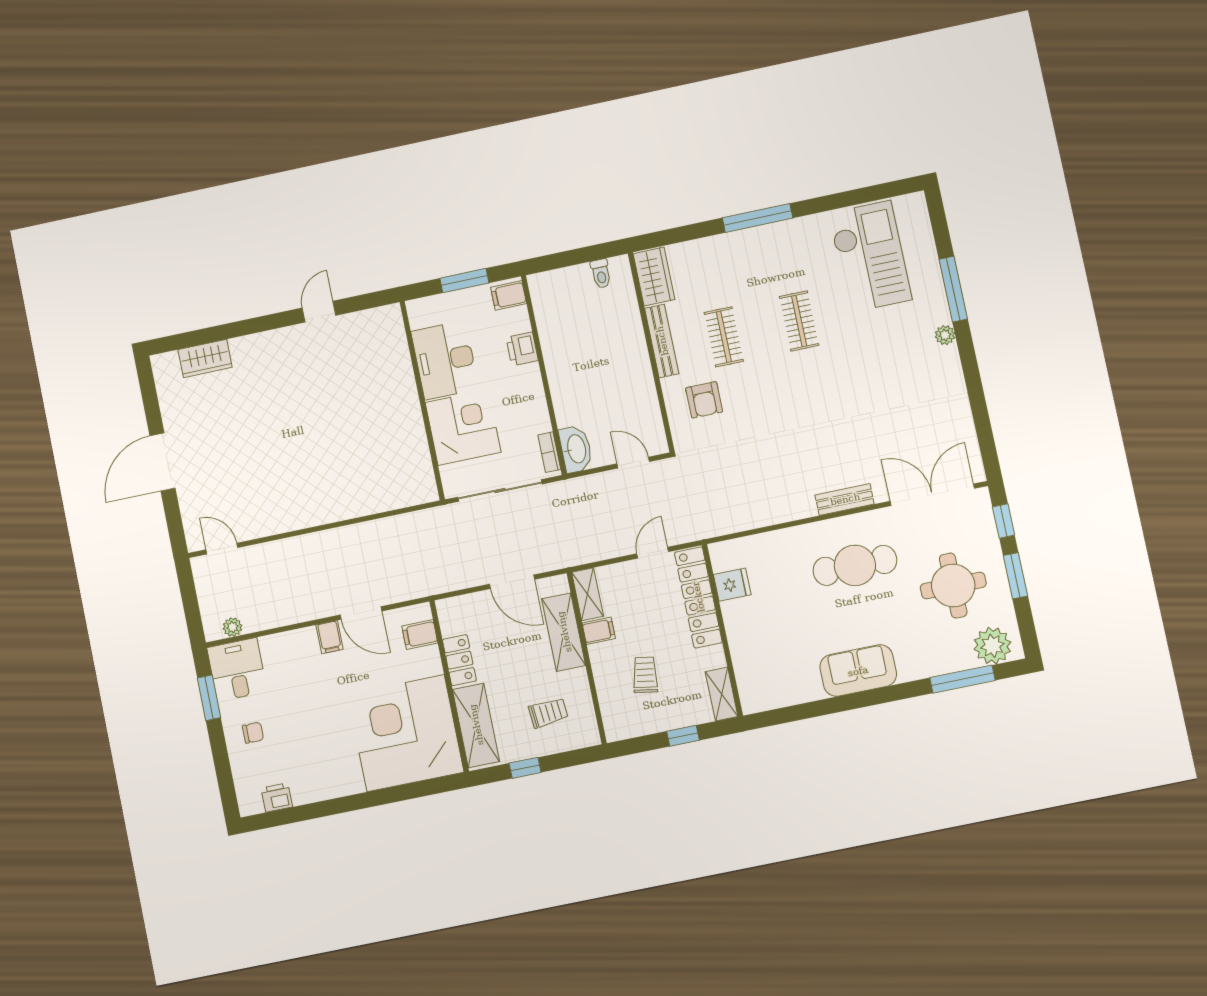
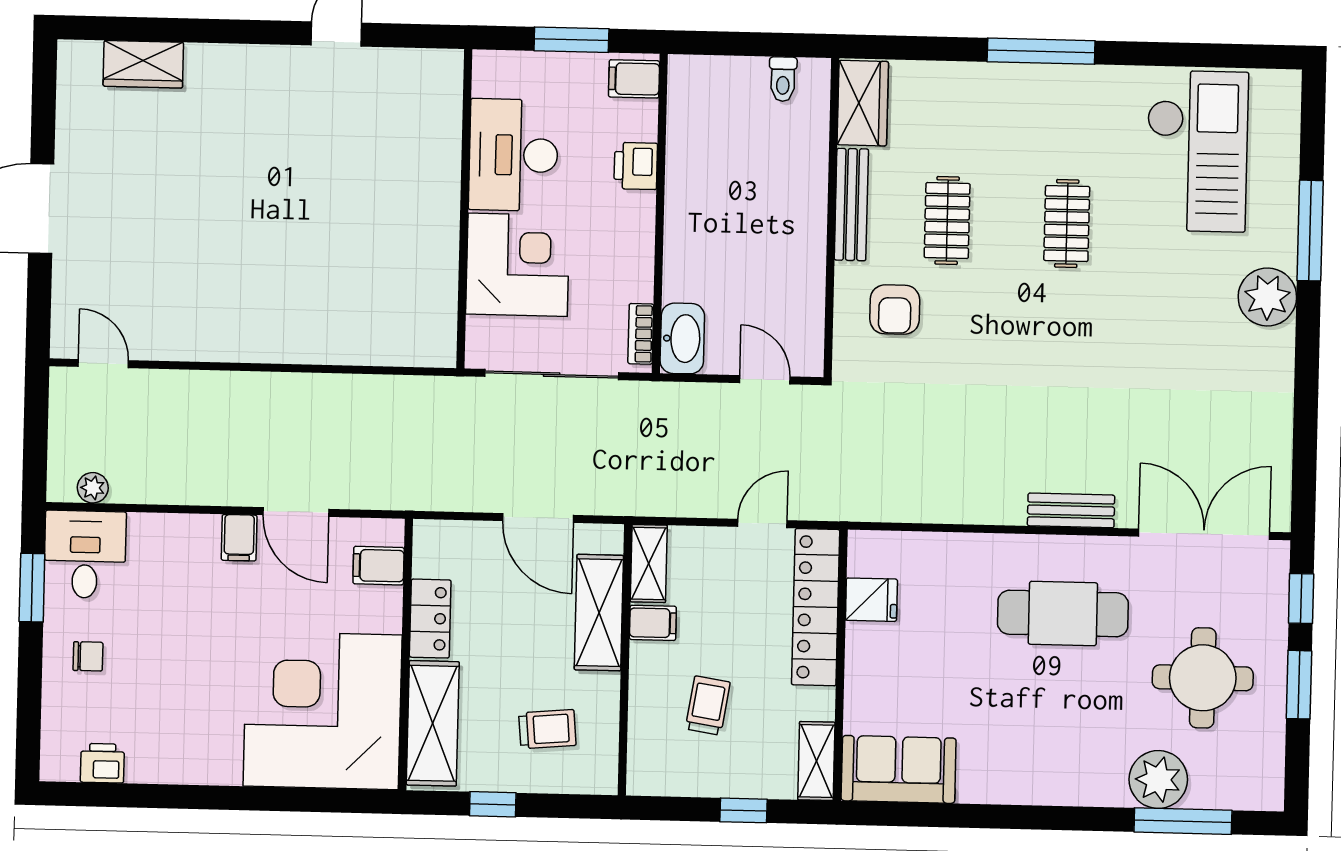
plant: (945, 335) -> (1267, 297), width x1.88, depth x1.88
plant: (992, 646) -> (1158, 779), moved
sofa: (858, 671) -> (899, 769), moved

